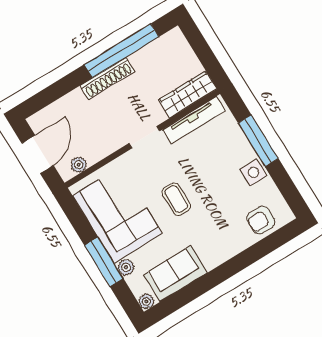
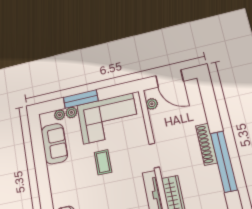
coffee table: (176, 199) -> (103, 162), turned 90
plant: (146, 301) -> (60, 115), moved

